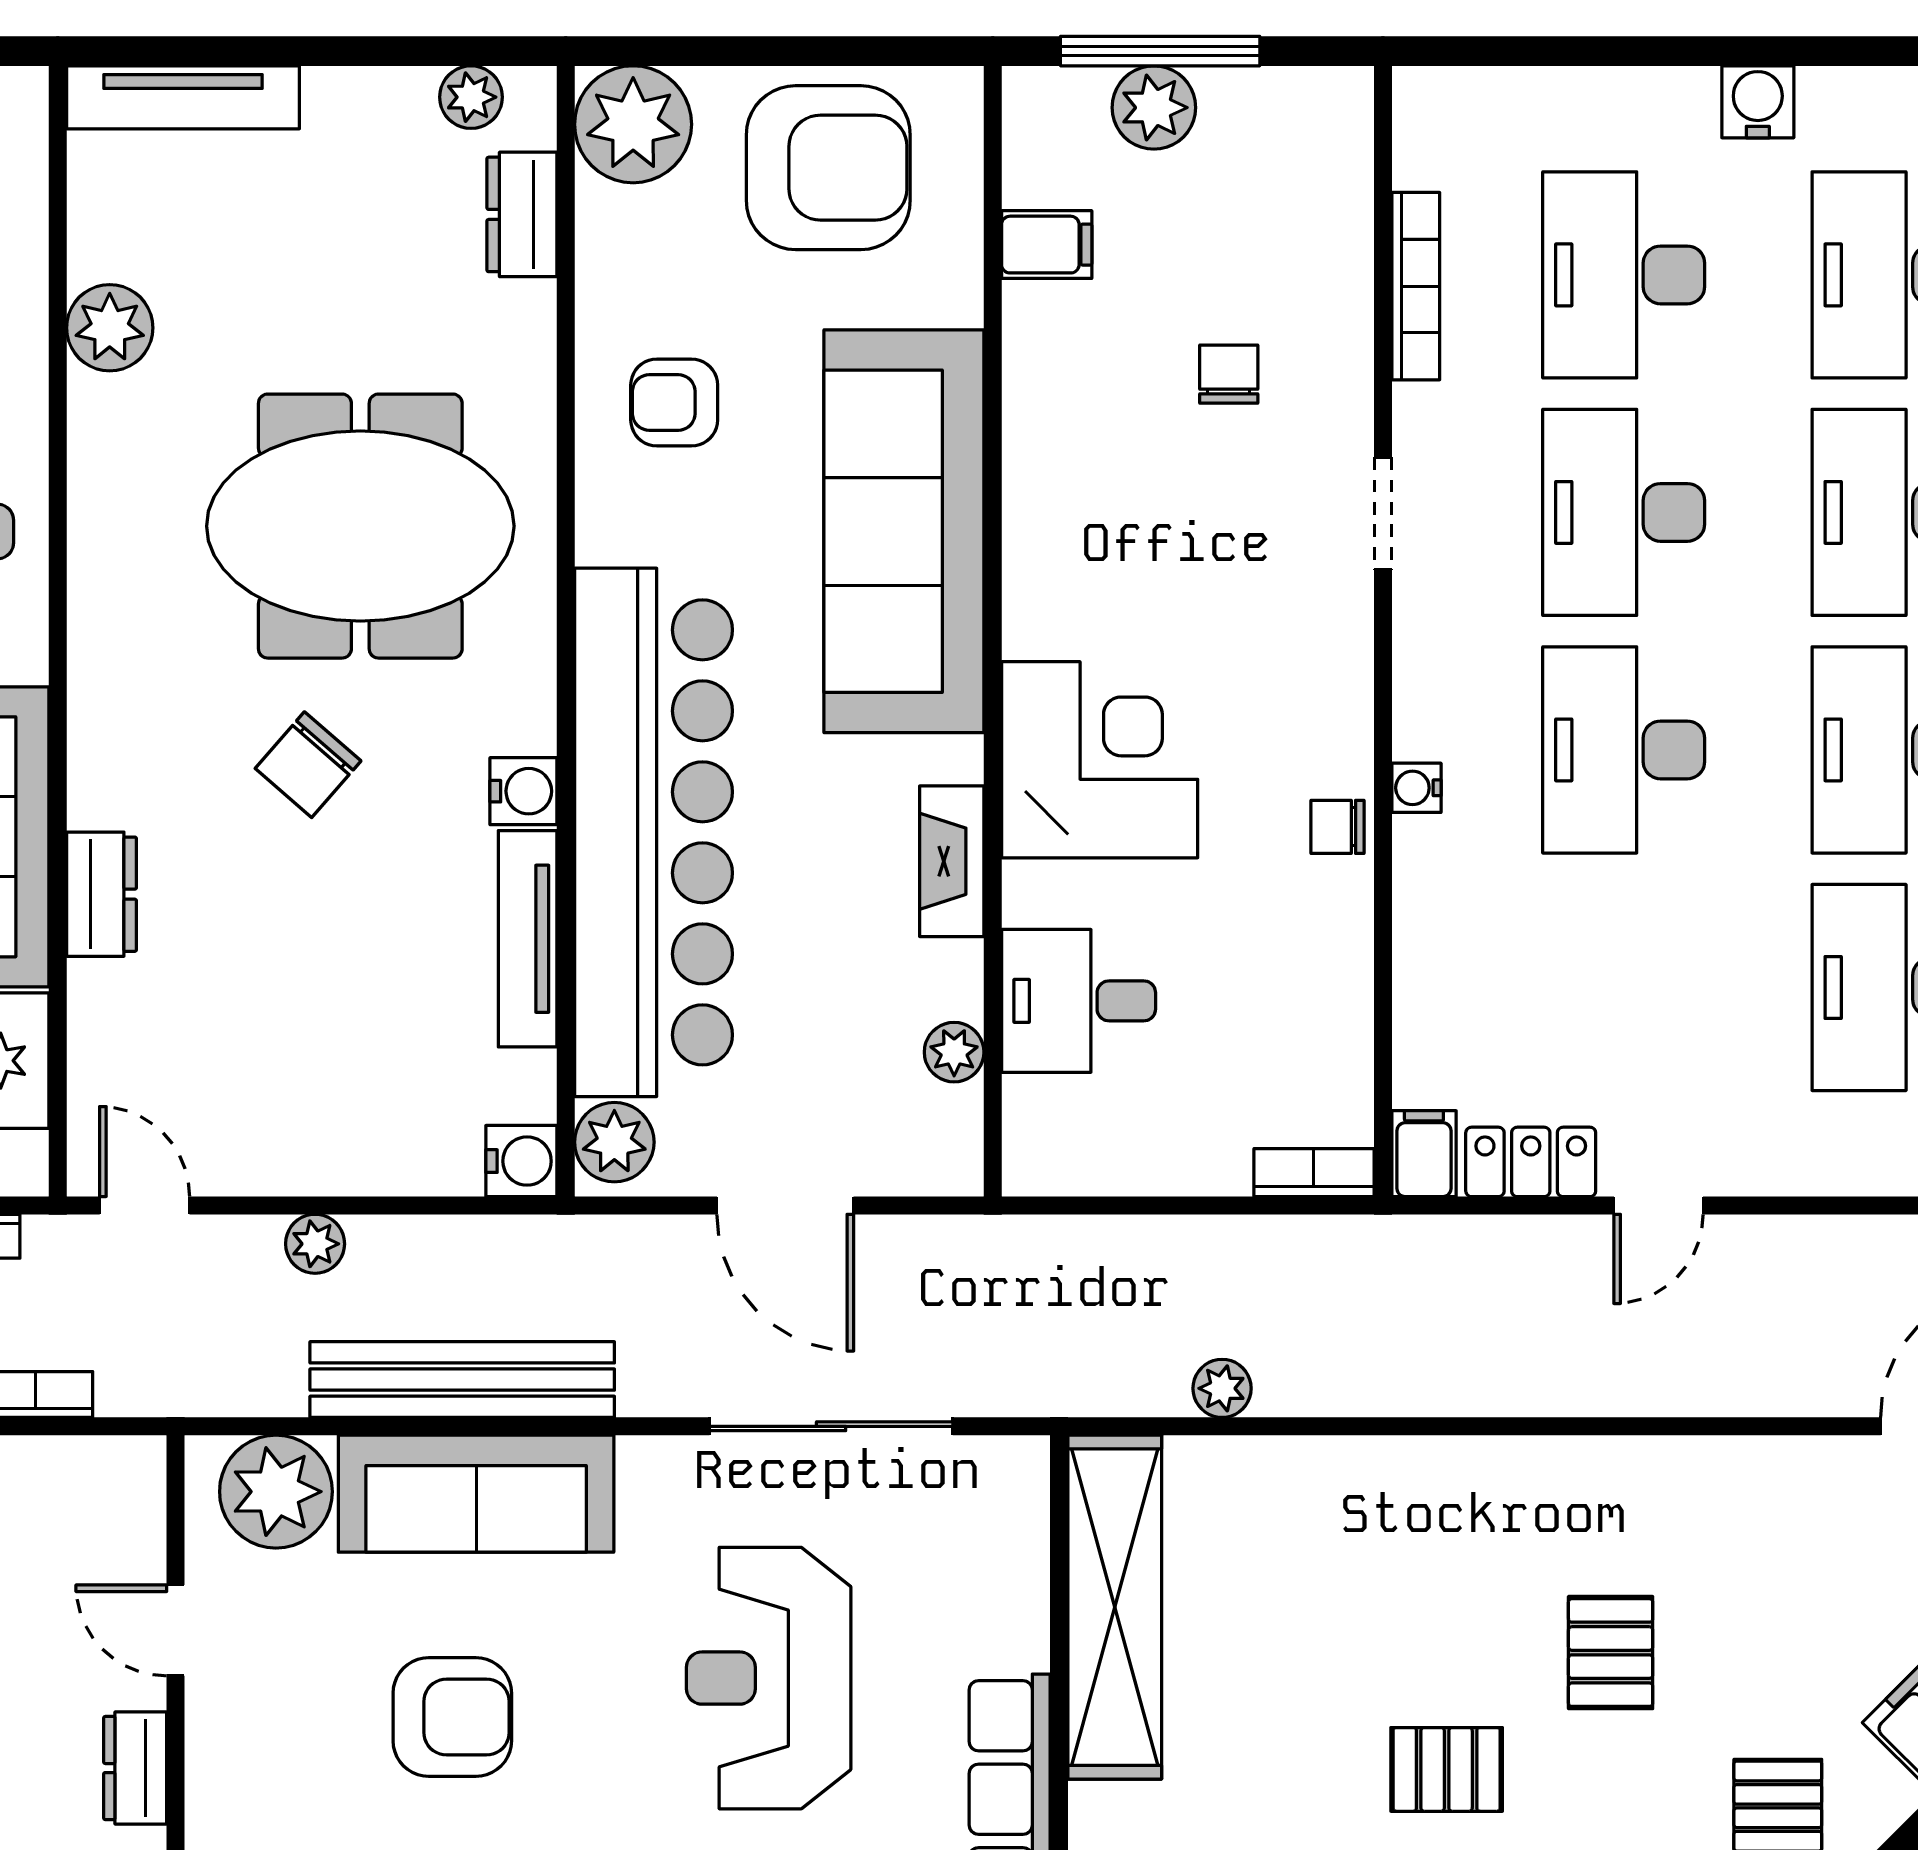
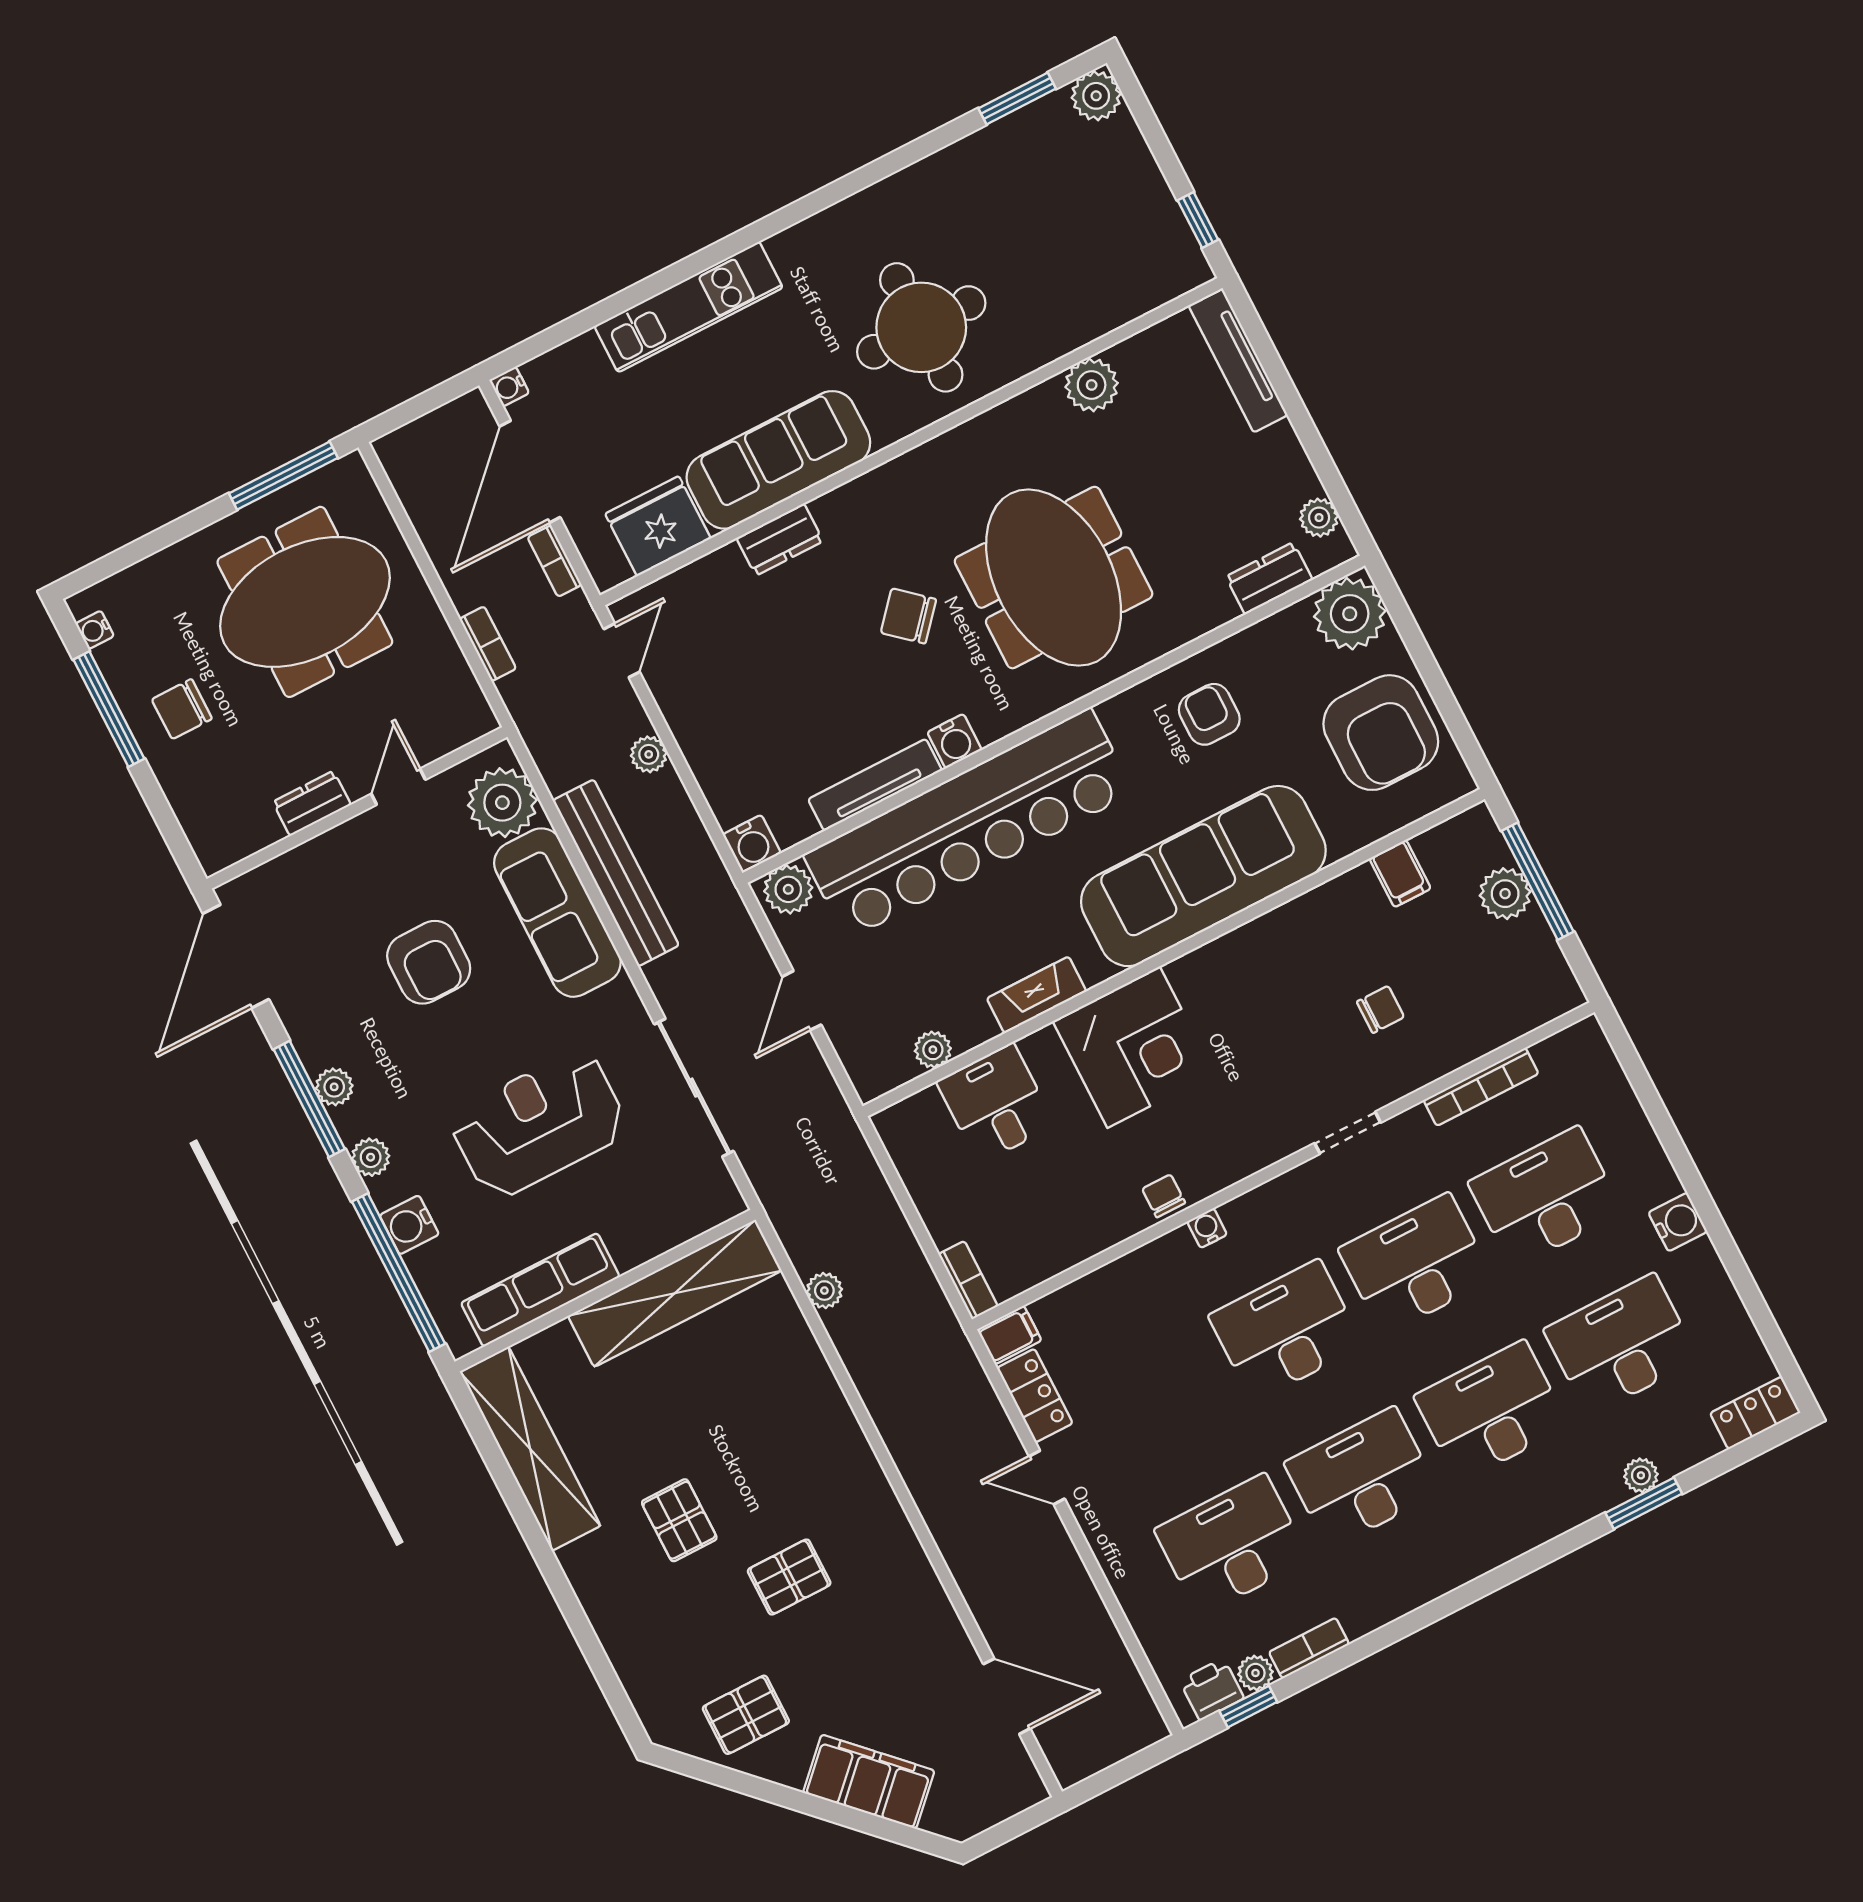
door: (785, 1205) -> (802, 1001), width x0.73

